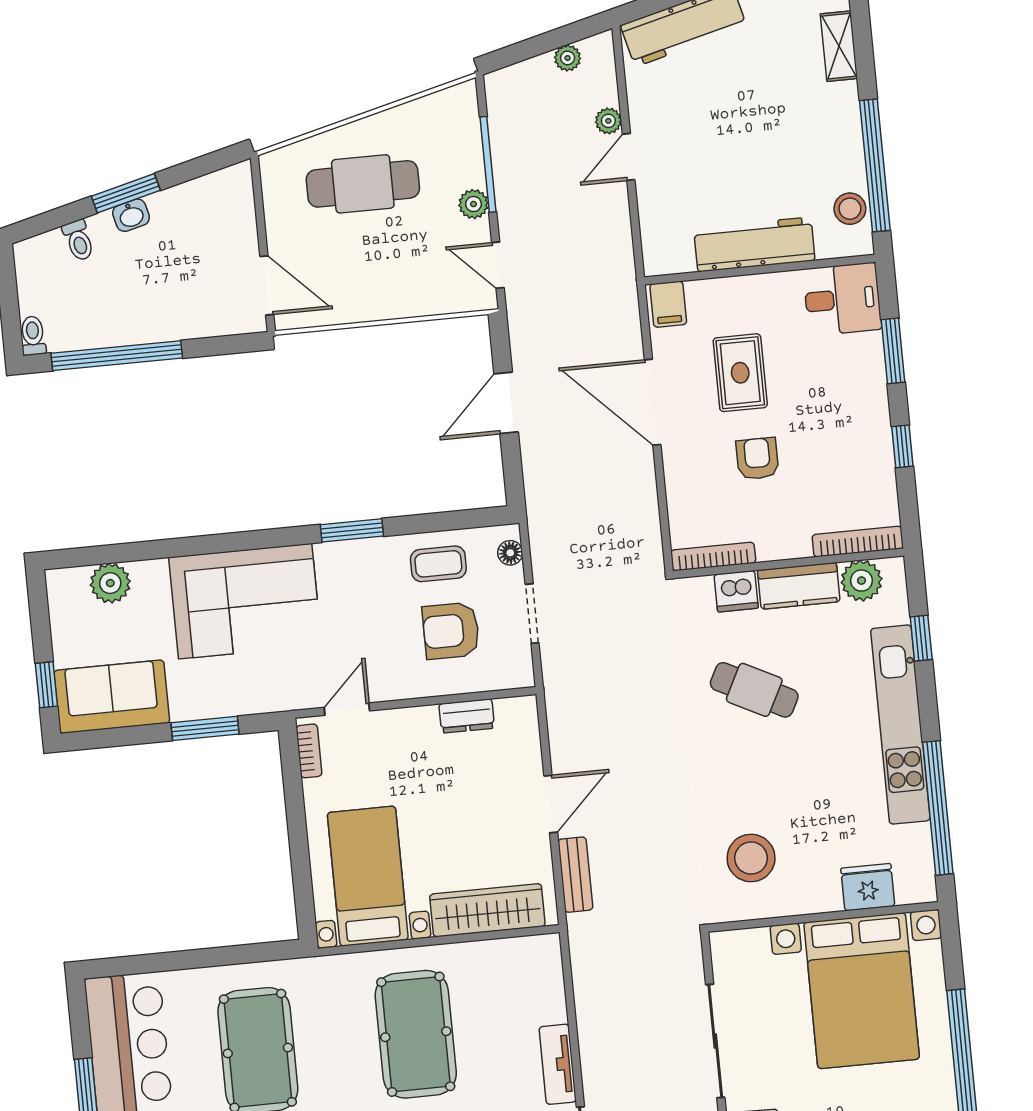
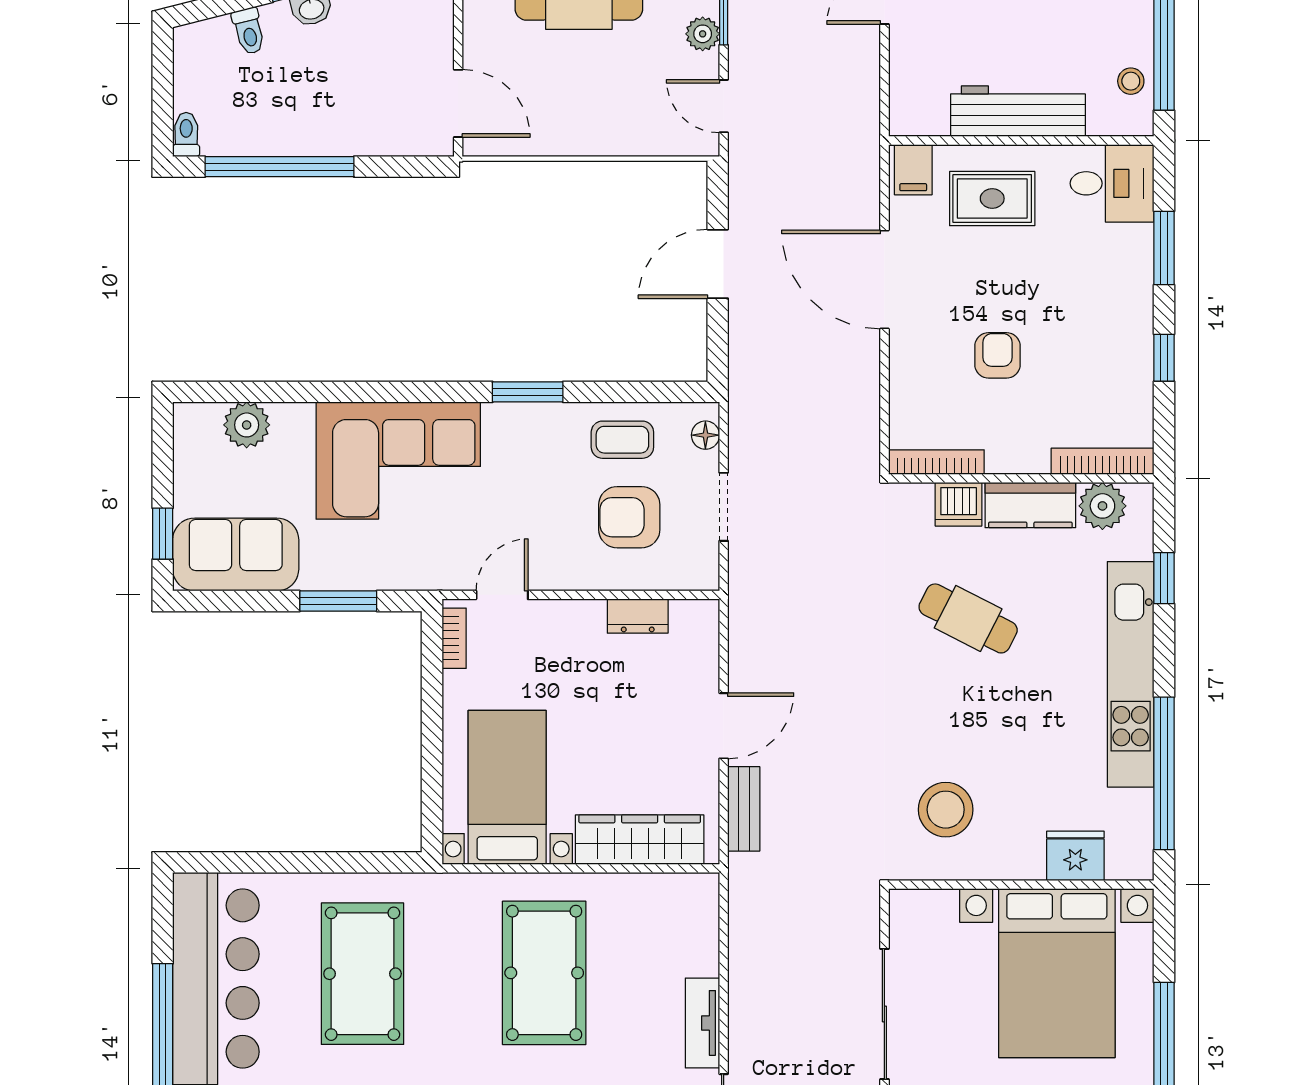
stool: (850, 209) -> (1131, 81), width x0.73, depth x0.73
rug: (740, 373) -> (992, 199), moved, turned 90

